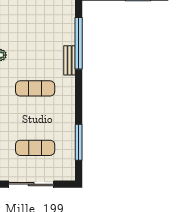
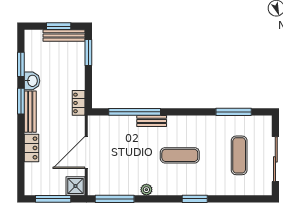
exercise mat: (35, 88) -> (180, 155), turned 90

